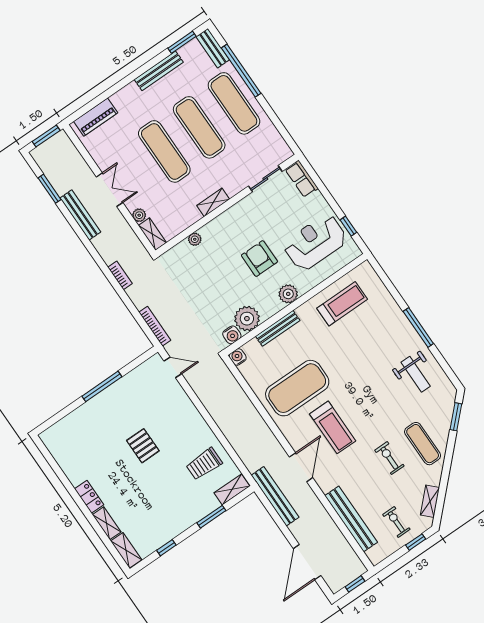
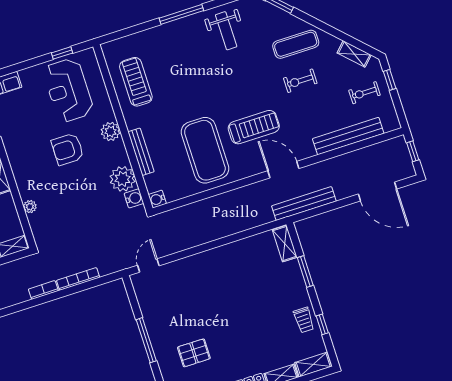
bookcase: (155, 326) -> (78, 279), moved
weight bench: (416, 374) -> (226, 31), turned 90
pallet: (143, 446) -> (194, 353), moved
trolley: (204, 464) -> (304, 320), moved, width x0.73, depth x0.72

